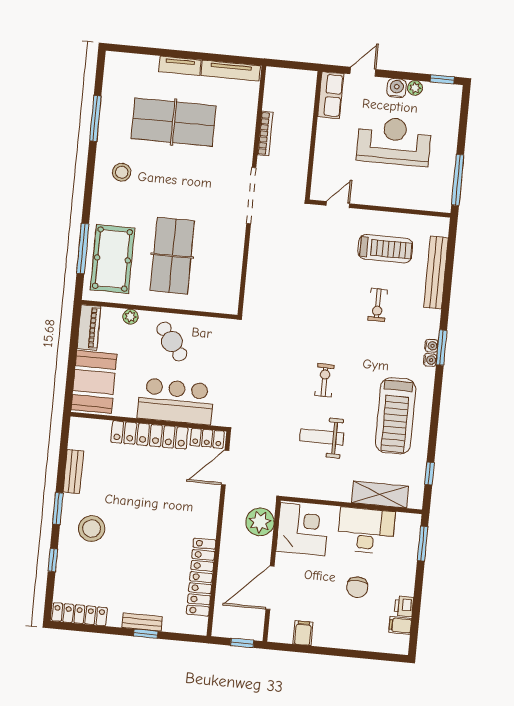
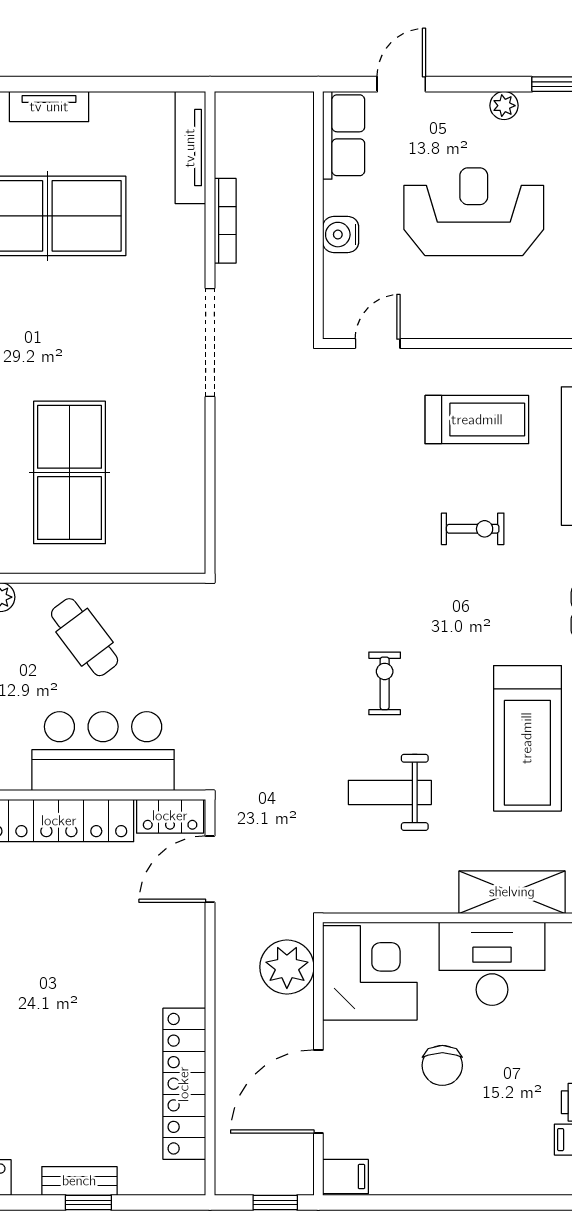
tv unit: (231, 71) -> (190, 148), moved, turned 90
water cooler: (397, 88) -> (341, 235), moved, turned -90
exercise bike: (378, 305) -> (473, 529), turned -90
chair: (357, 587) -> (442, 1065), moved
filing cabinet: (303, 633) -> (346, 1177), moved, turned 90

